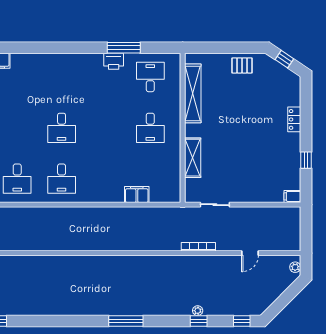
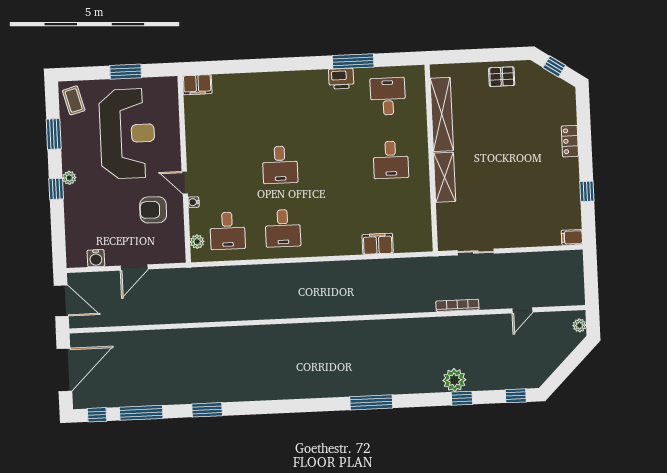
shelving: (193, 158) -> (445, 177), moved
plant: (198, 311) -> (454, 380), width x1.88, depth x1.88

